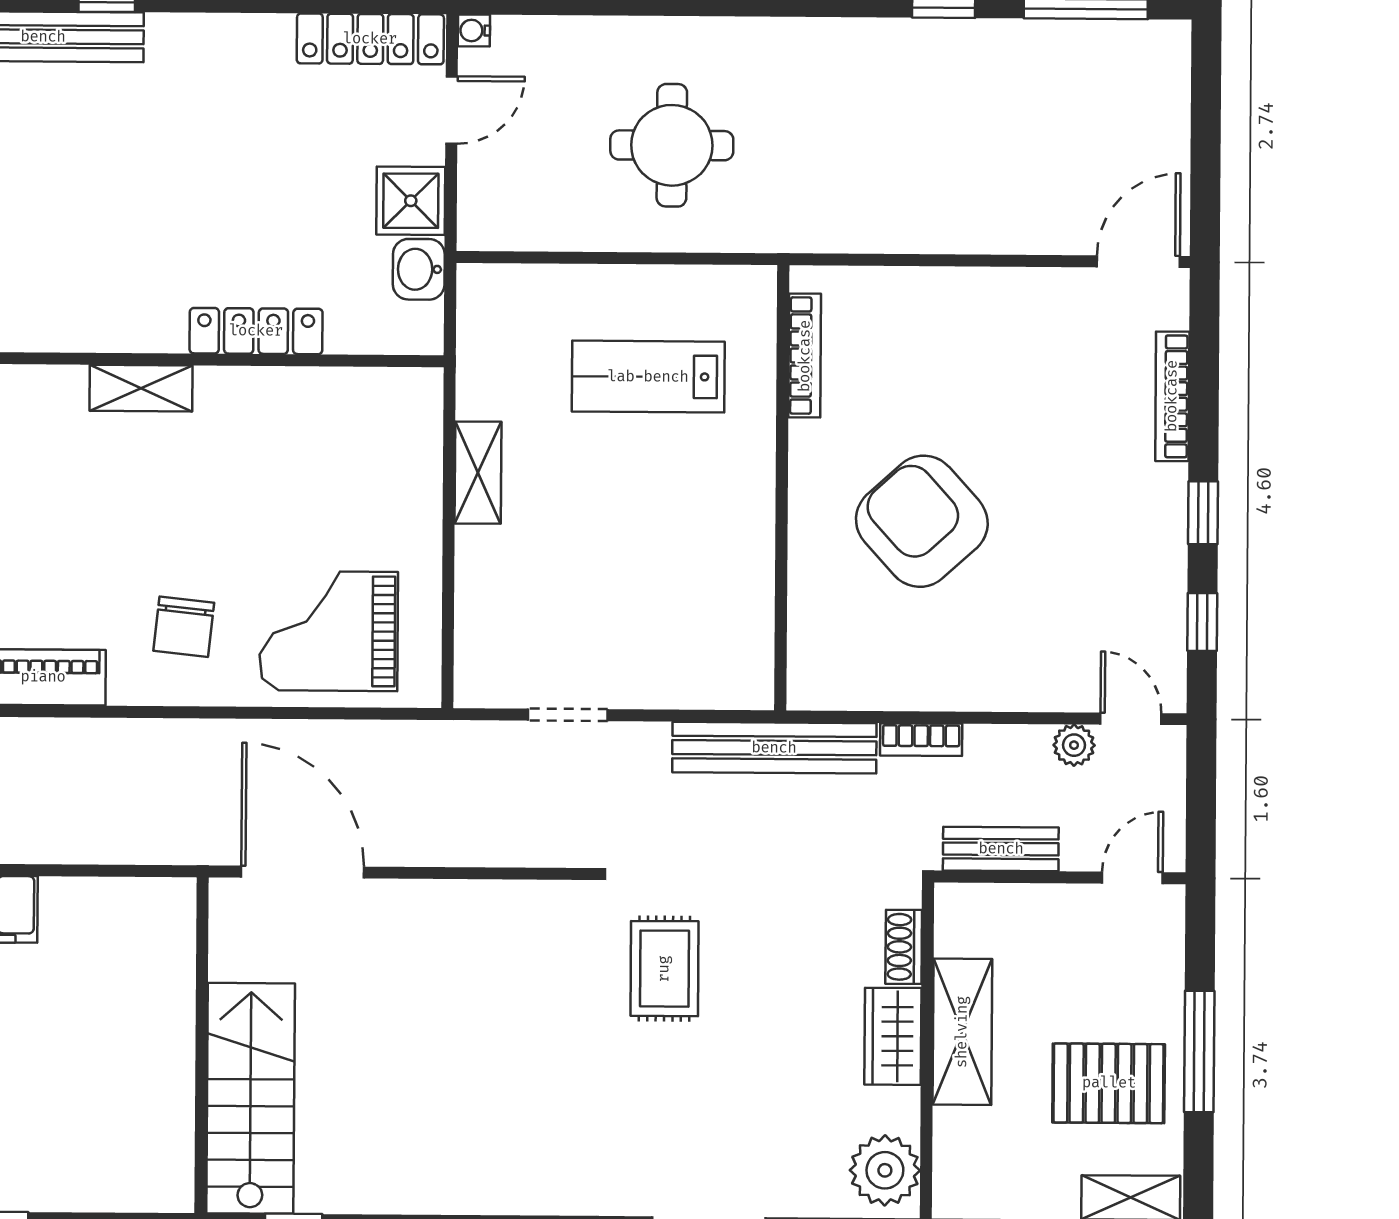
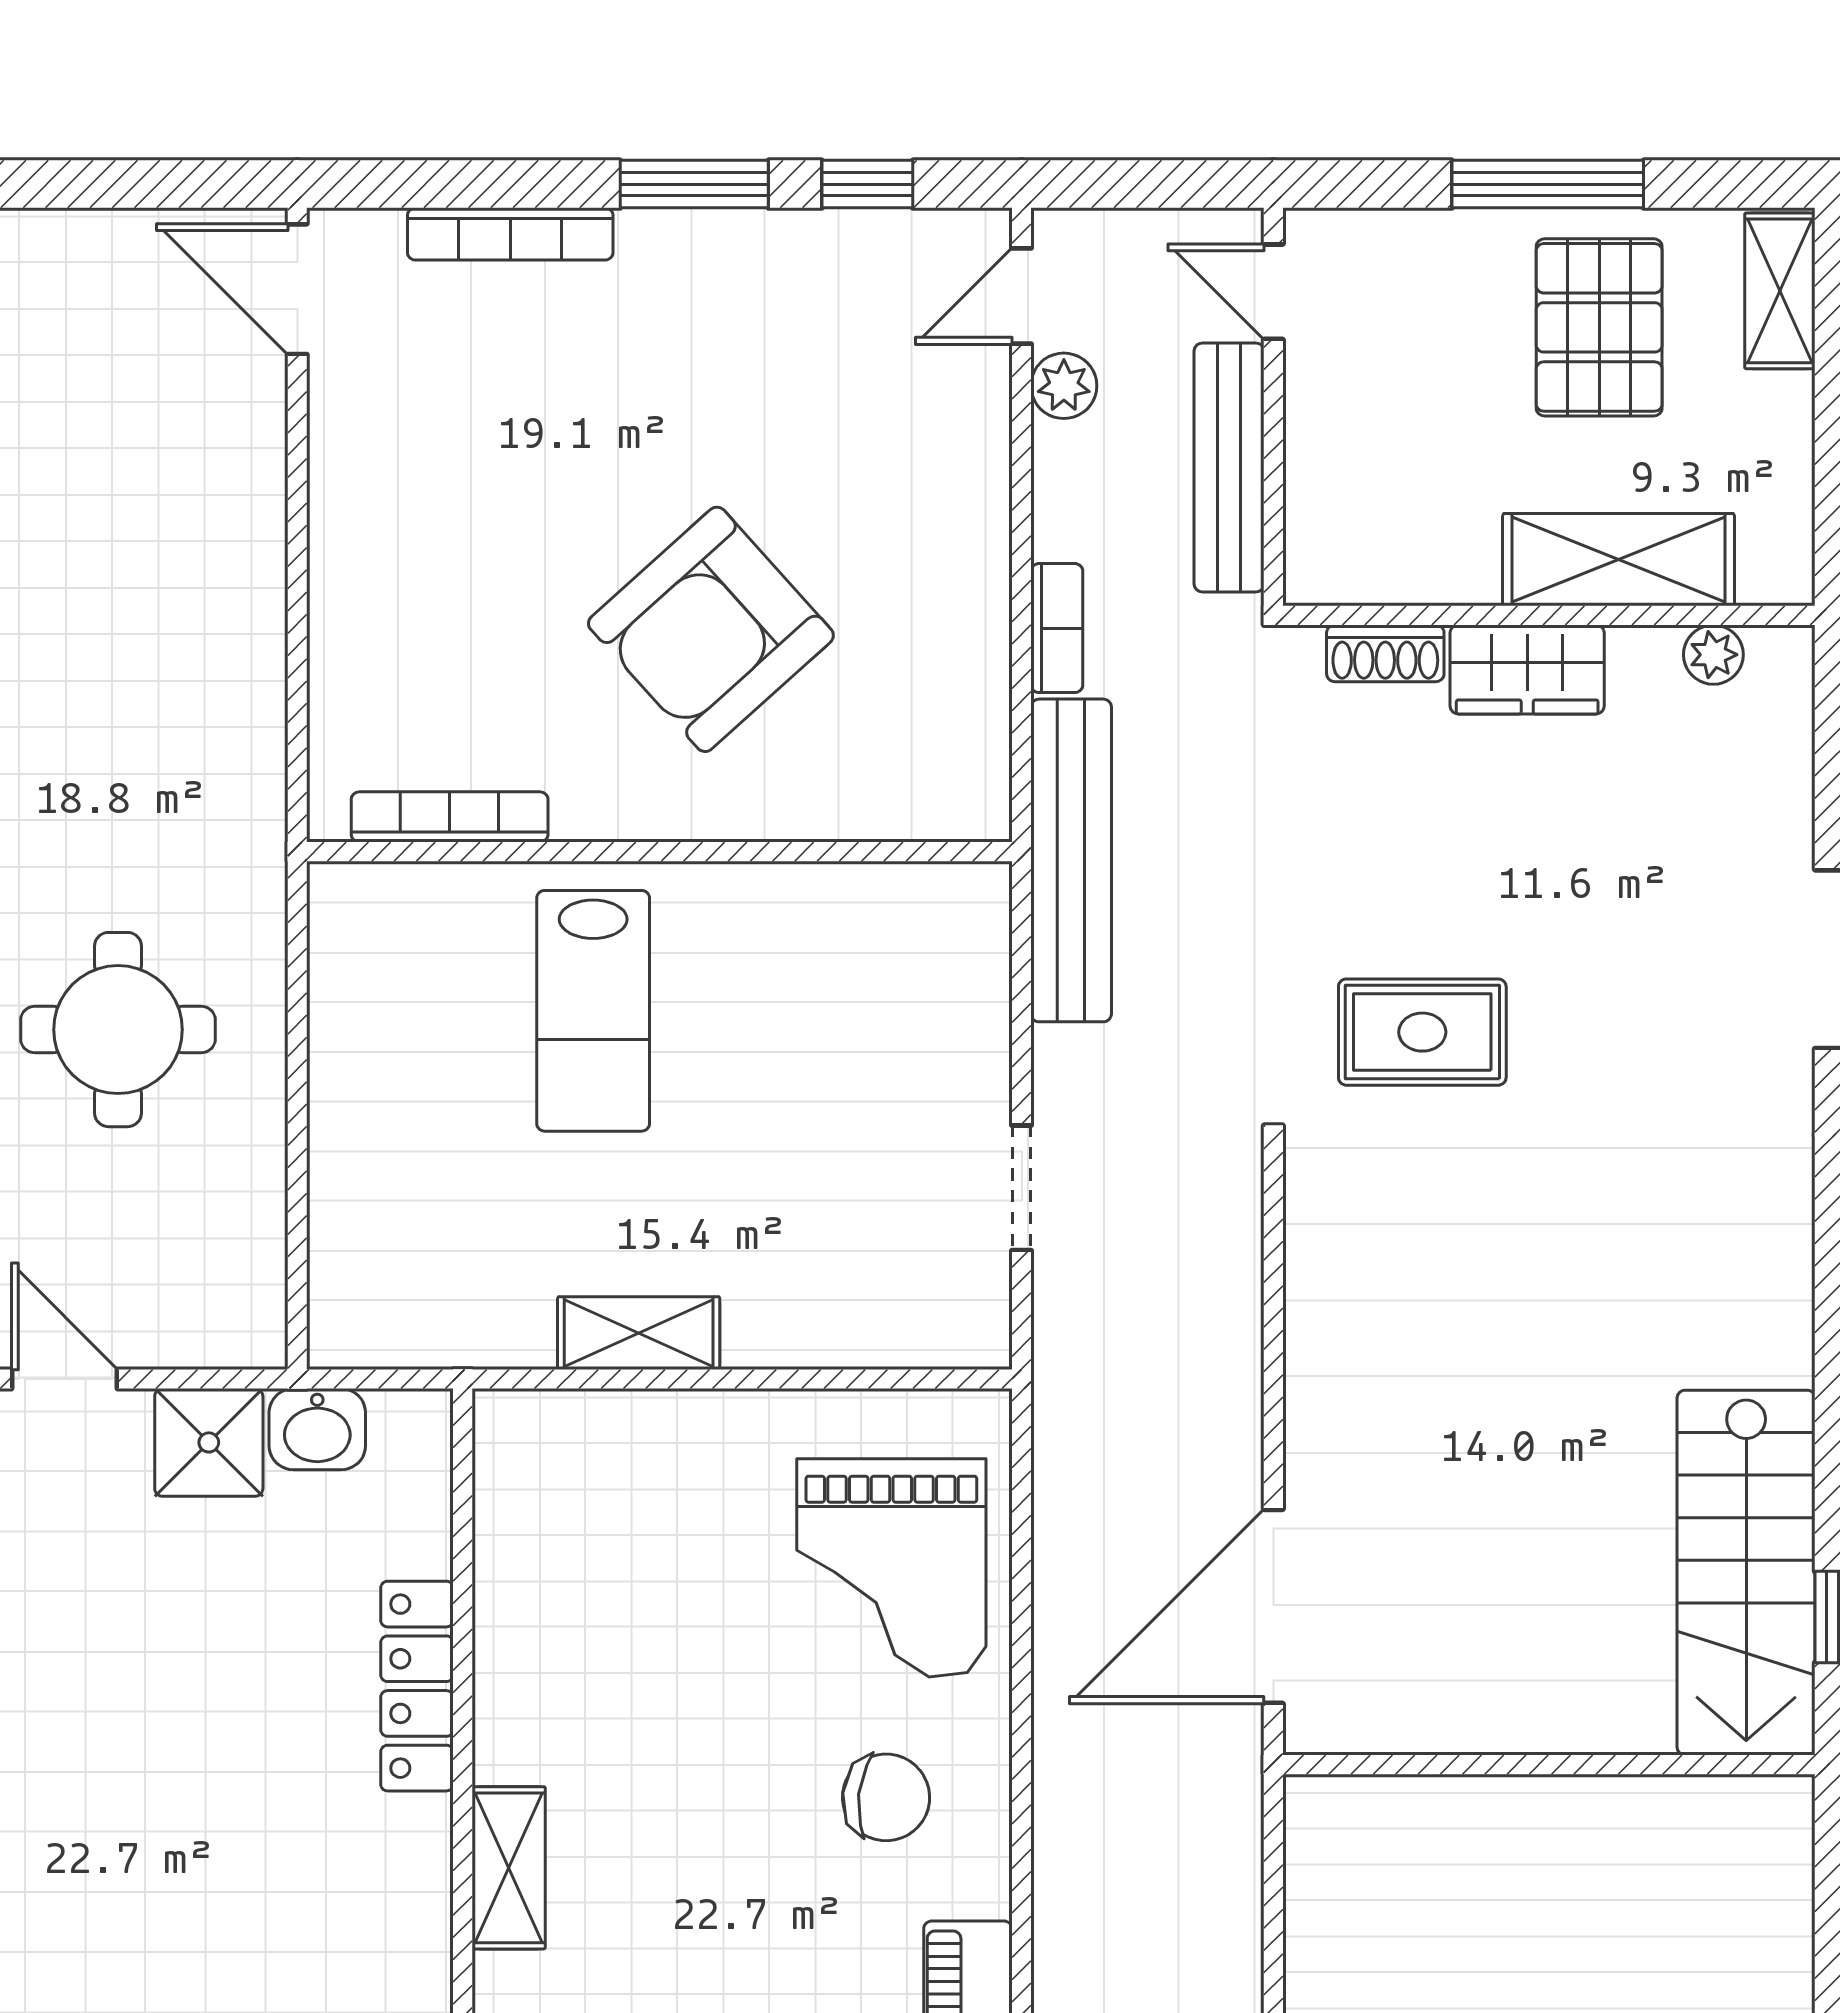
lab bench: (648, 377) -> (593, 1011), moved
window: (1203, 513) -> (694, 184), width x1.50
bench: (1001, 849) -> (1229, 467), width x1.36
shelving: (962, 1032) -> (1619, 560), moved
stairs: (251, 1098) -> (1746, 1573), moved, turned -90
plant: (885, 1170) -> (1713, 655), width x0.53, depth x0.53

